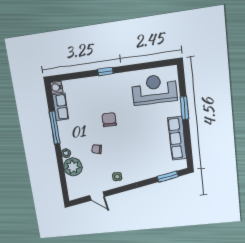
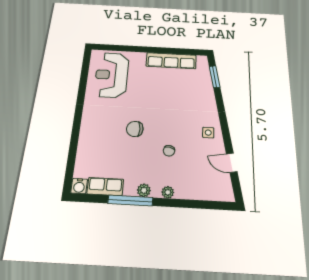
window: (105, 71) -> (77, 122), removed
window: (184, 108) -> (139, 49), removed
plant: (73, 167) -> (144, 190), moved, width x0.53, depth x0.53
door: (97, 196) -> (232, 163), swing flipped

